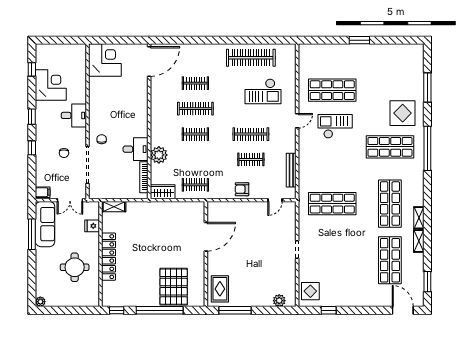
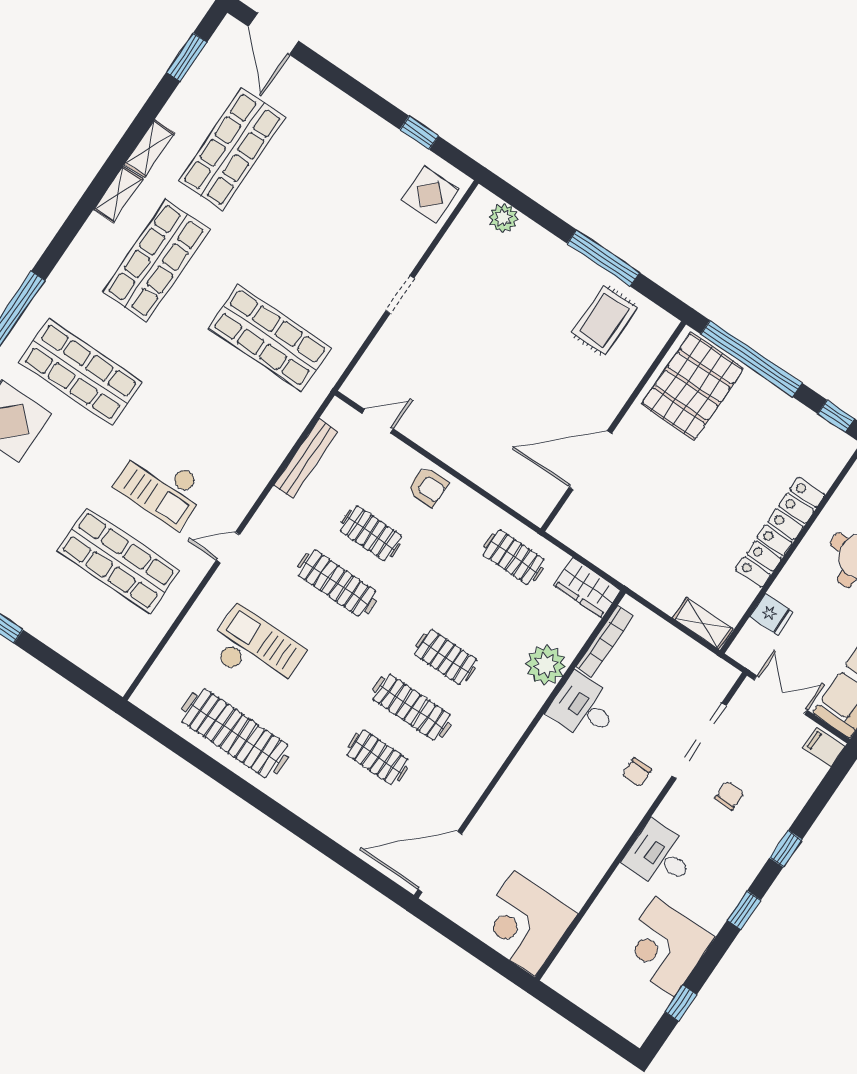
door: (206, 237) -> (590, 460), moved
wall: (206, 254) -> (613, 426), moved

